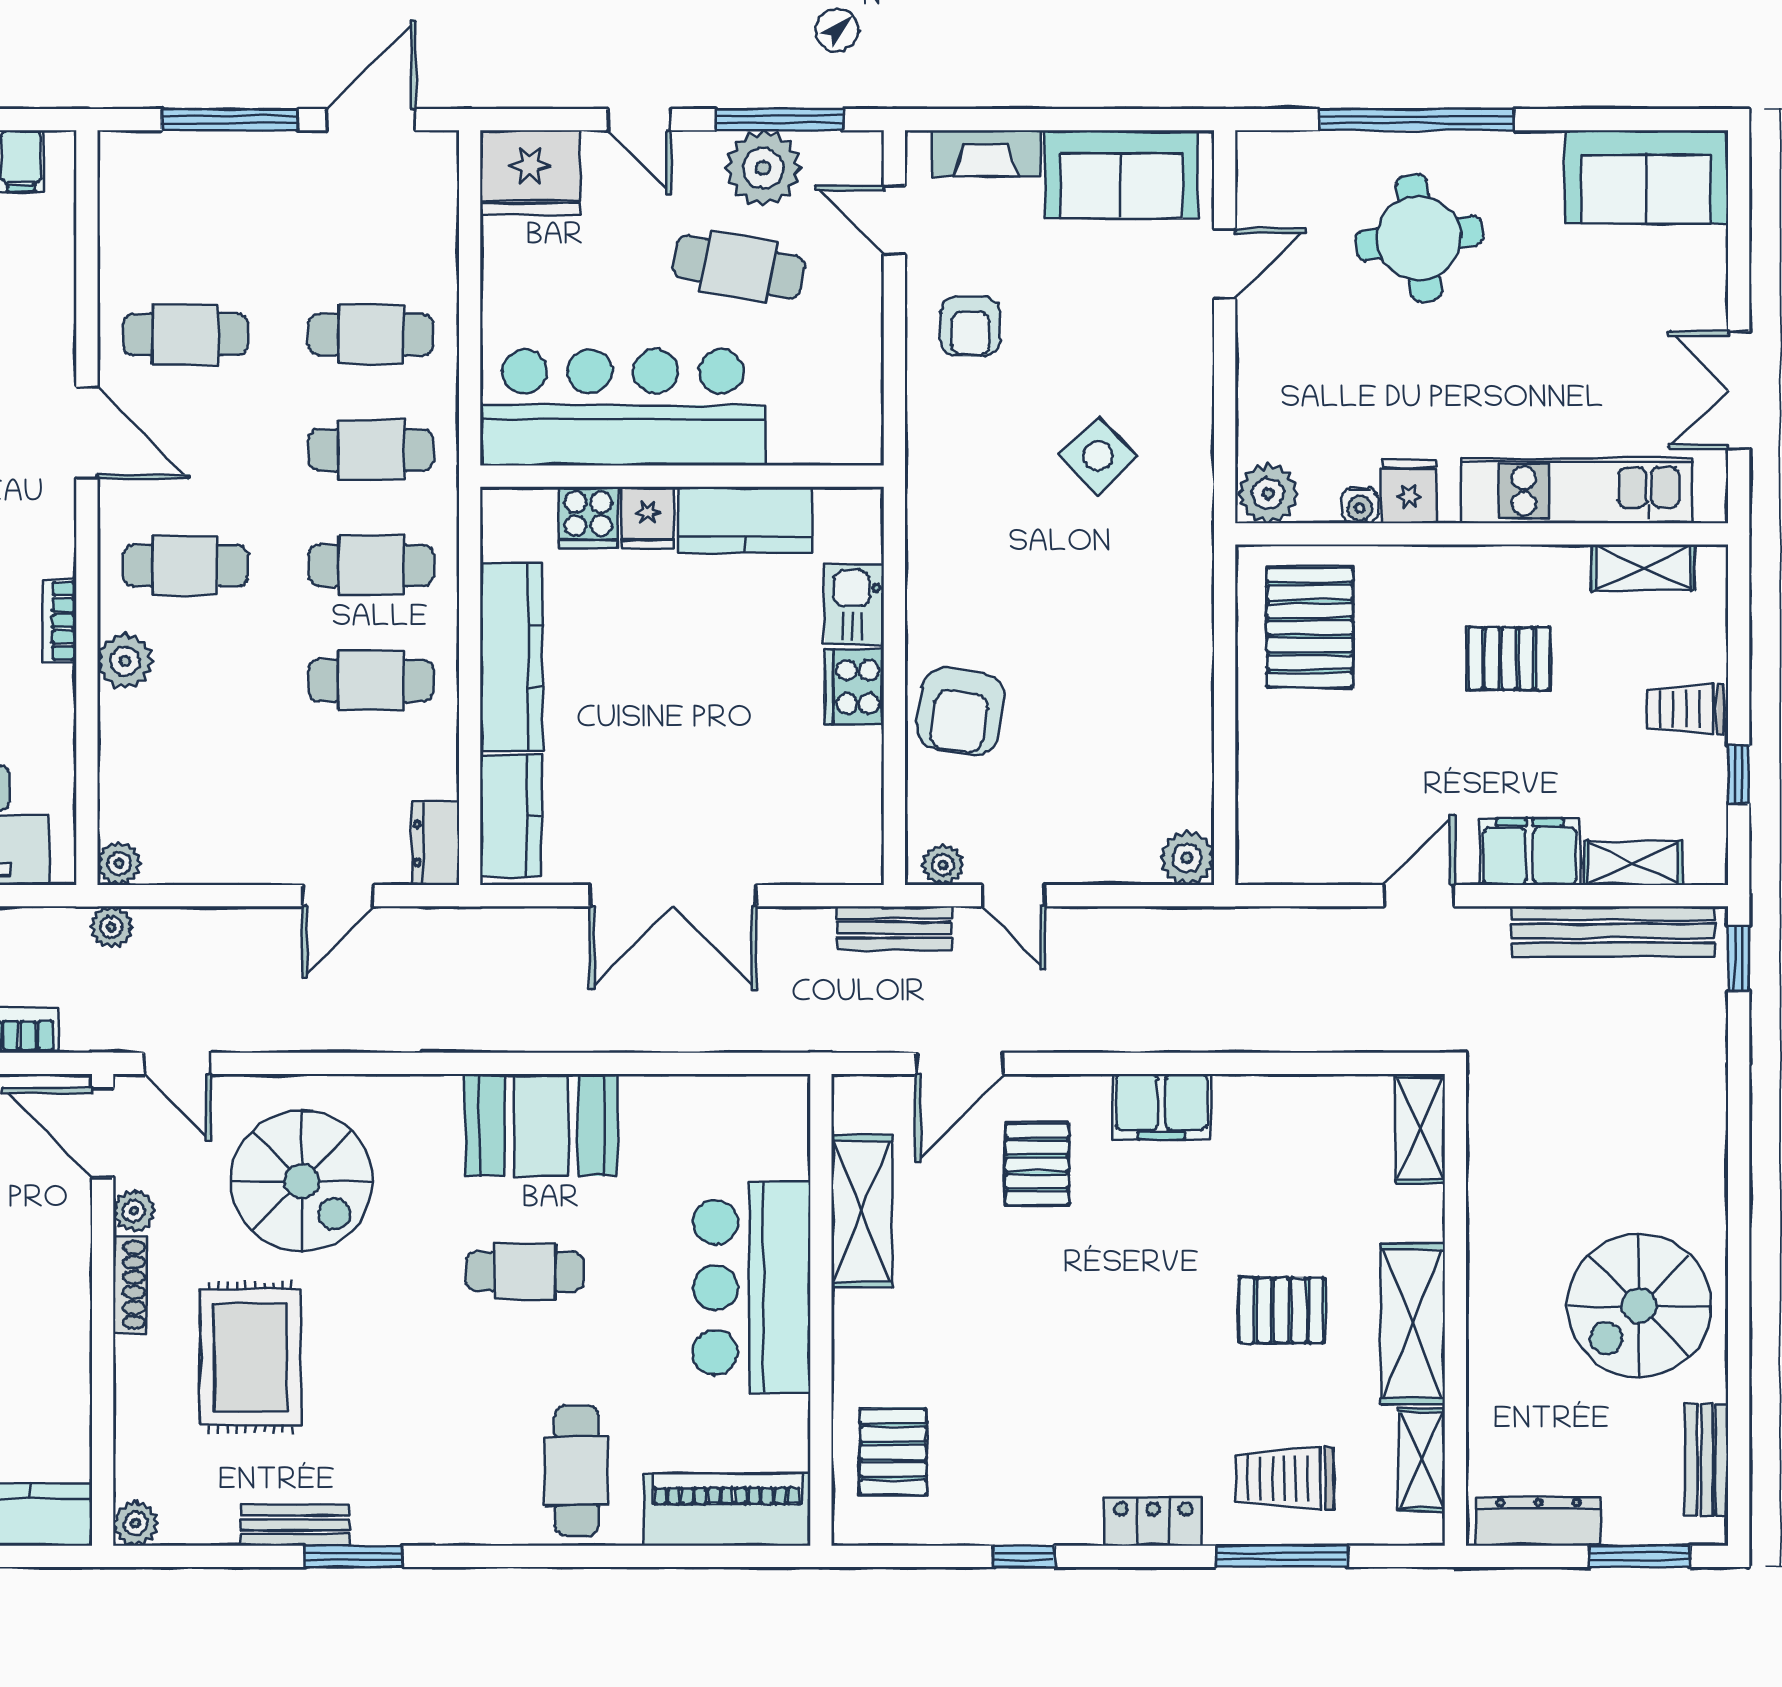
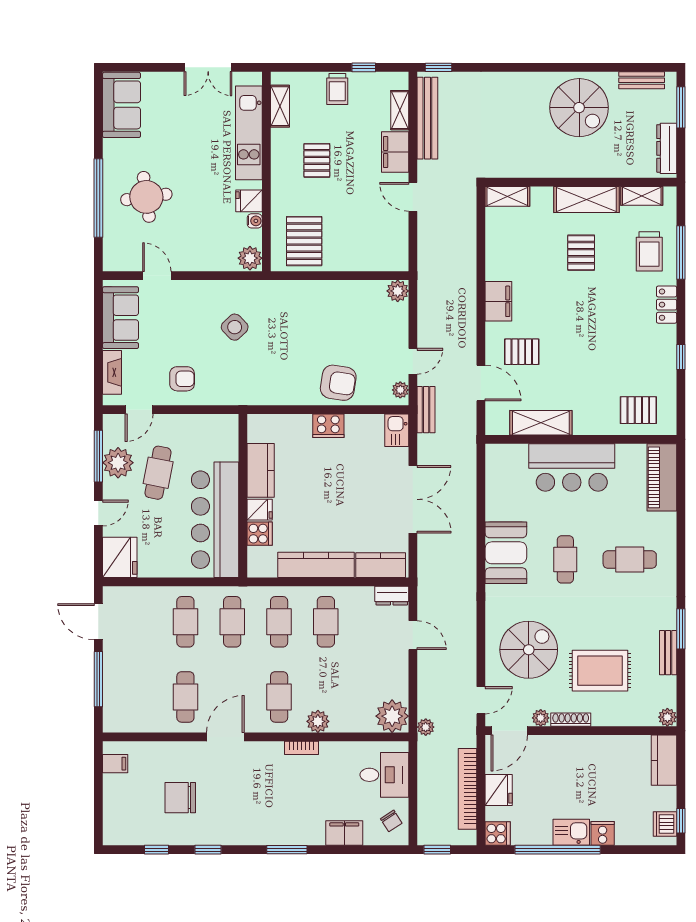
kitchen sink: (854, 604) -> (397, 430), moved, turned 90
pallet: (1310, 627) -> (304, 241), turned 90
plant: (119, 863) -> (392, 716), width x1.87, depth x1.87
cafe table: (577, 1471) -> (630, 560), moved

